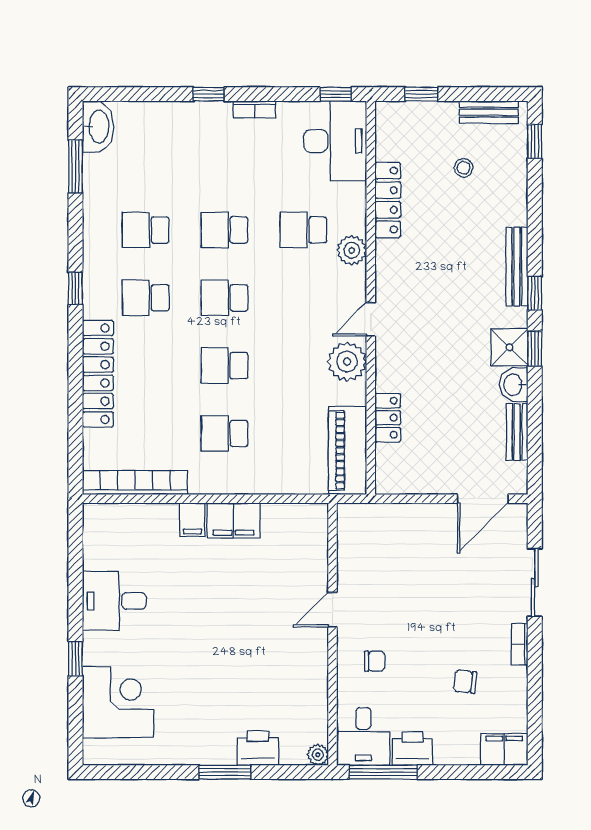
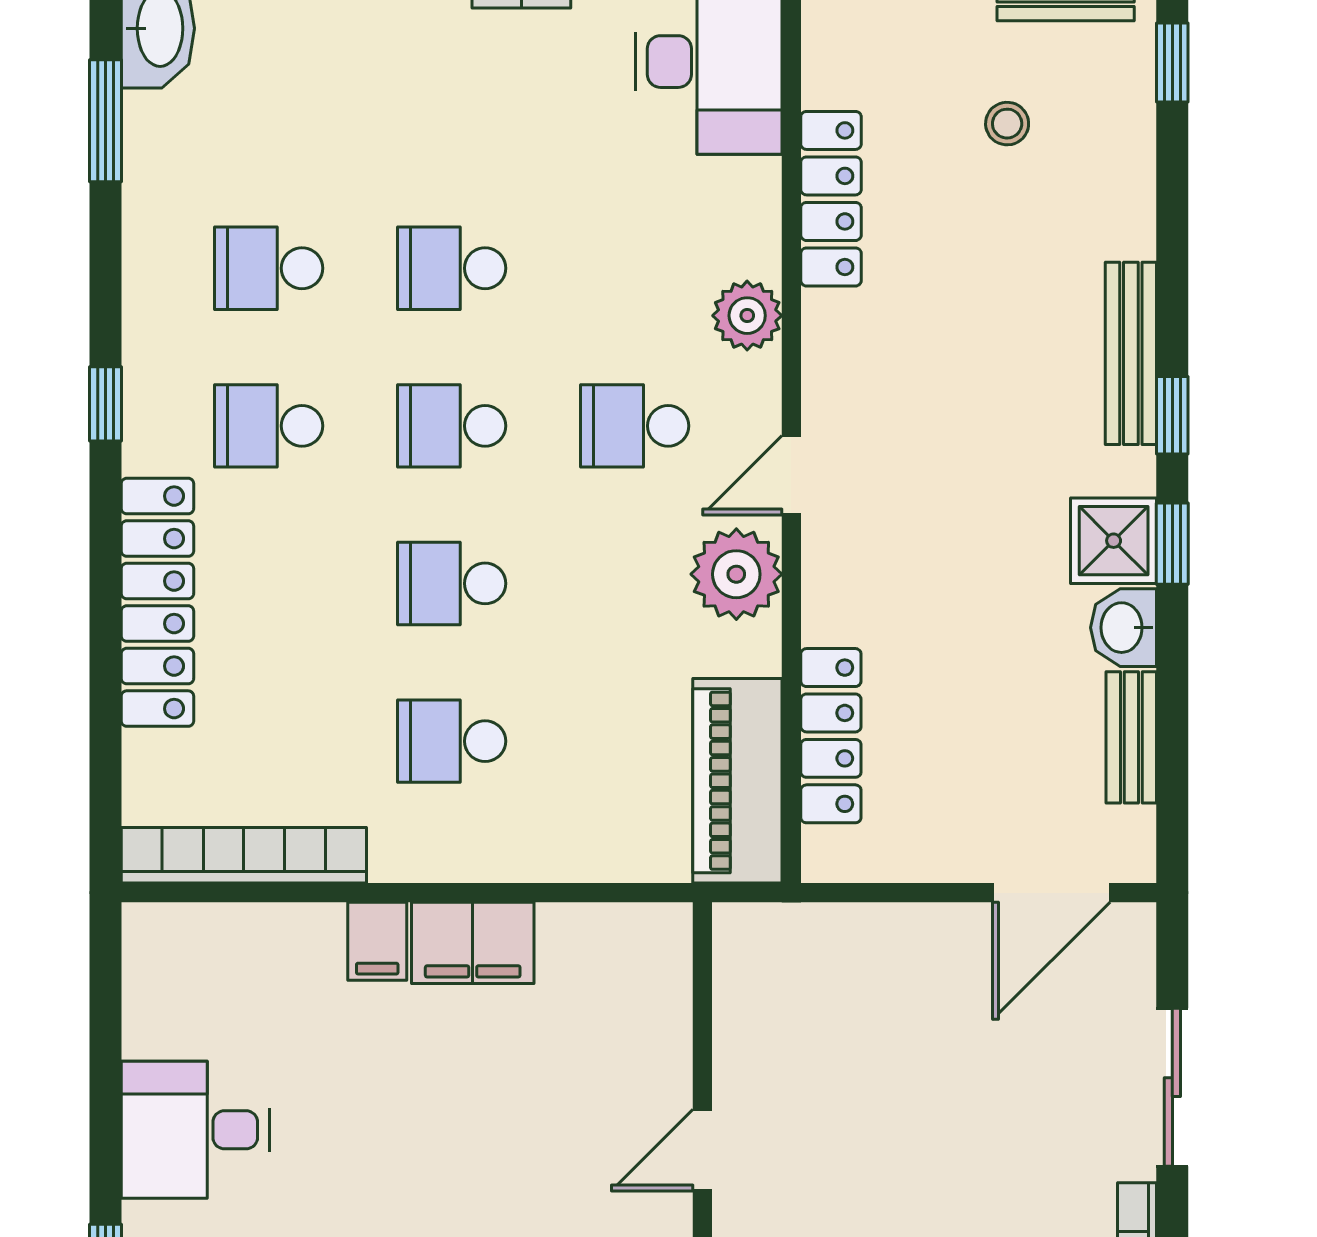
school desk: (303, 230) -> (635, 426), moved
locker: (388, 418) -> (831, 736), width x1.53

